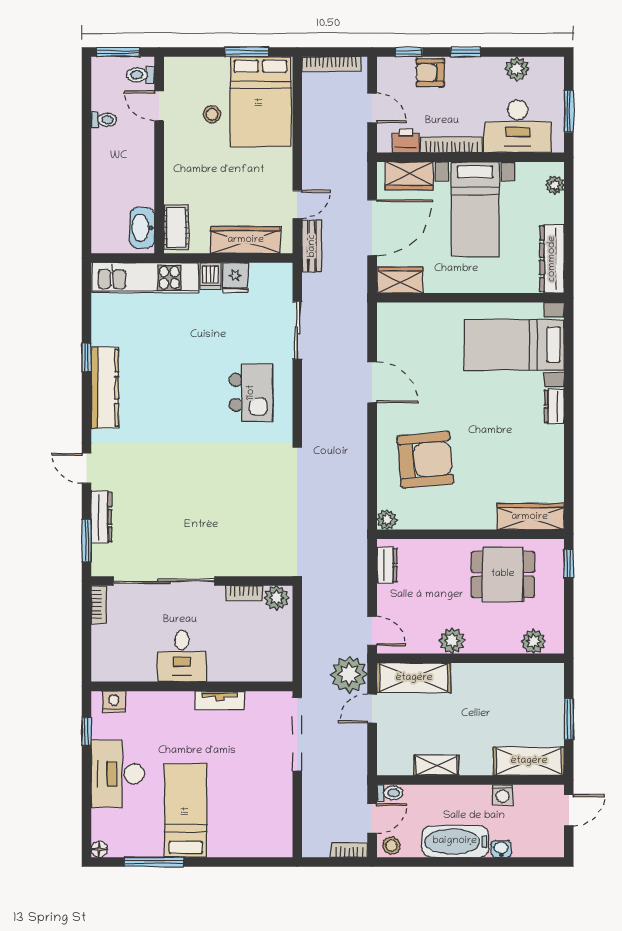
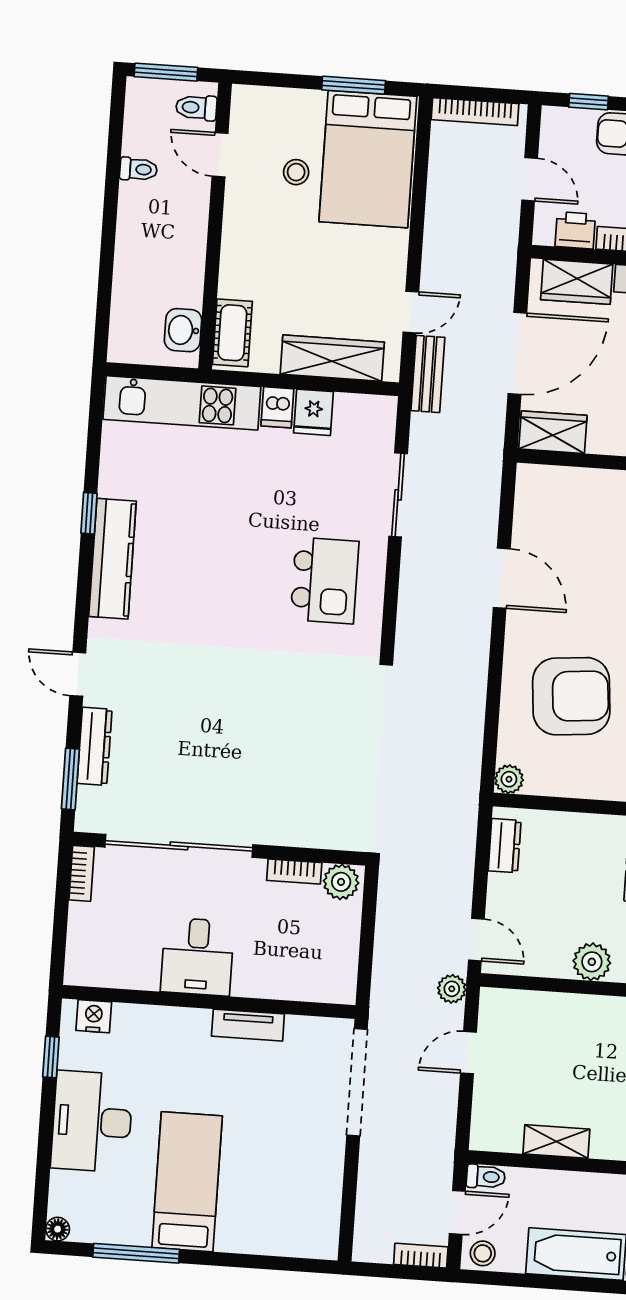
washbasin: (142, 228) -> (183, 330), width x0.72
plant: (349, 674) -> (452, 989), width x0.53, depth x0.53
shelving: (414, 678) -> (532, 1012), removed

